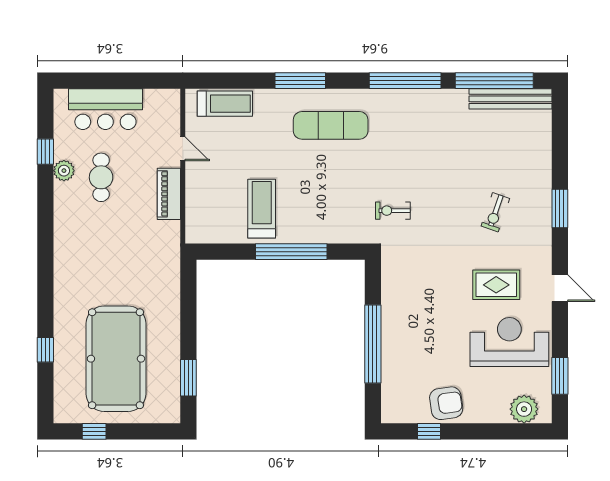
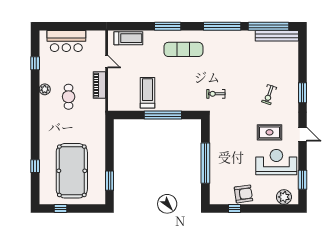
plant: (64, 171) -> (45, 89), moved
cafe table: (101, 177) -> (69, 97), moved

